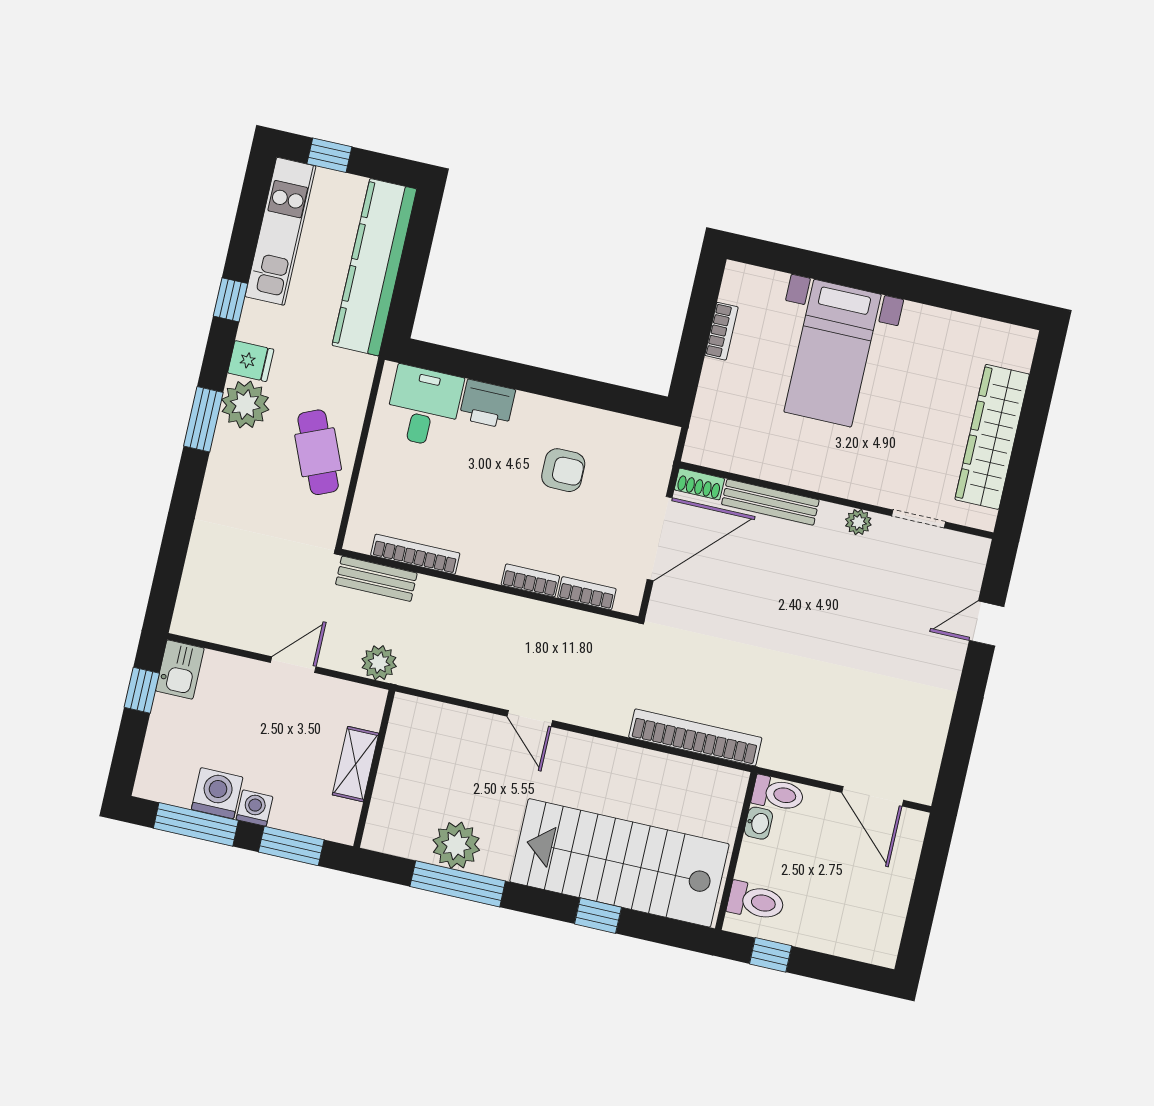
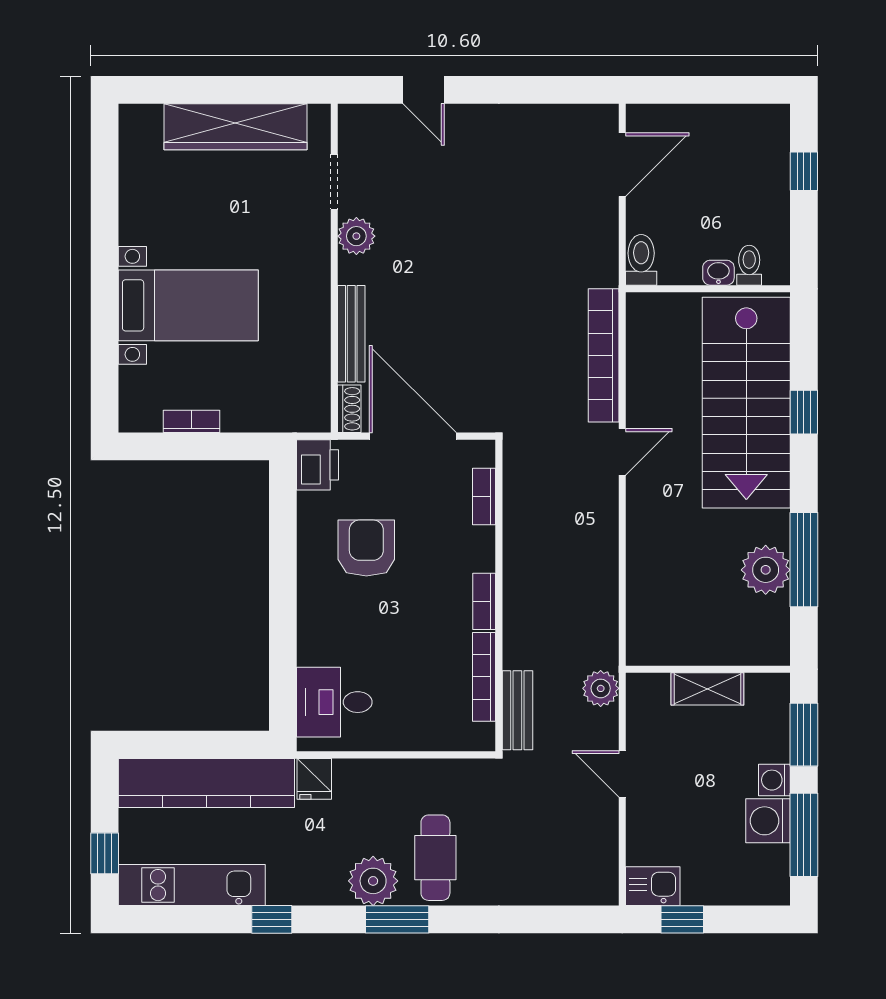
fridge: (251, 361) -> (314, 779), moved, turned 180
printer: (487, 404) -> (318, 465), moved
cafe table: (318, 452) -> (435, 858), moved, turned -67
armchair: (563, 470) -> (366, 548), width x1.38, depth x1.38
plant: (858, 522) -> (356, 236), width x1.38, depth x1.38
bookcase: (530, 580) -> (484, 601), moved
door: (530, 718) -> (622, 452), moved
washbasin: (758, 823) -> (718, 273), moved
toilet: (756, 901) -> (749, 265), width x0.73, depth x0.72
window: (771, 955) -> (804, 171), moved

